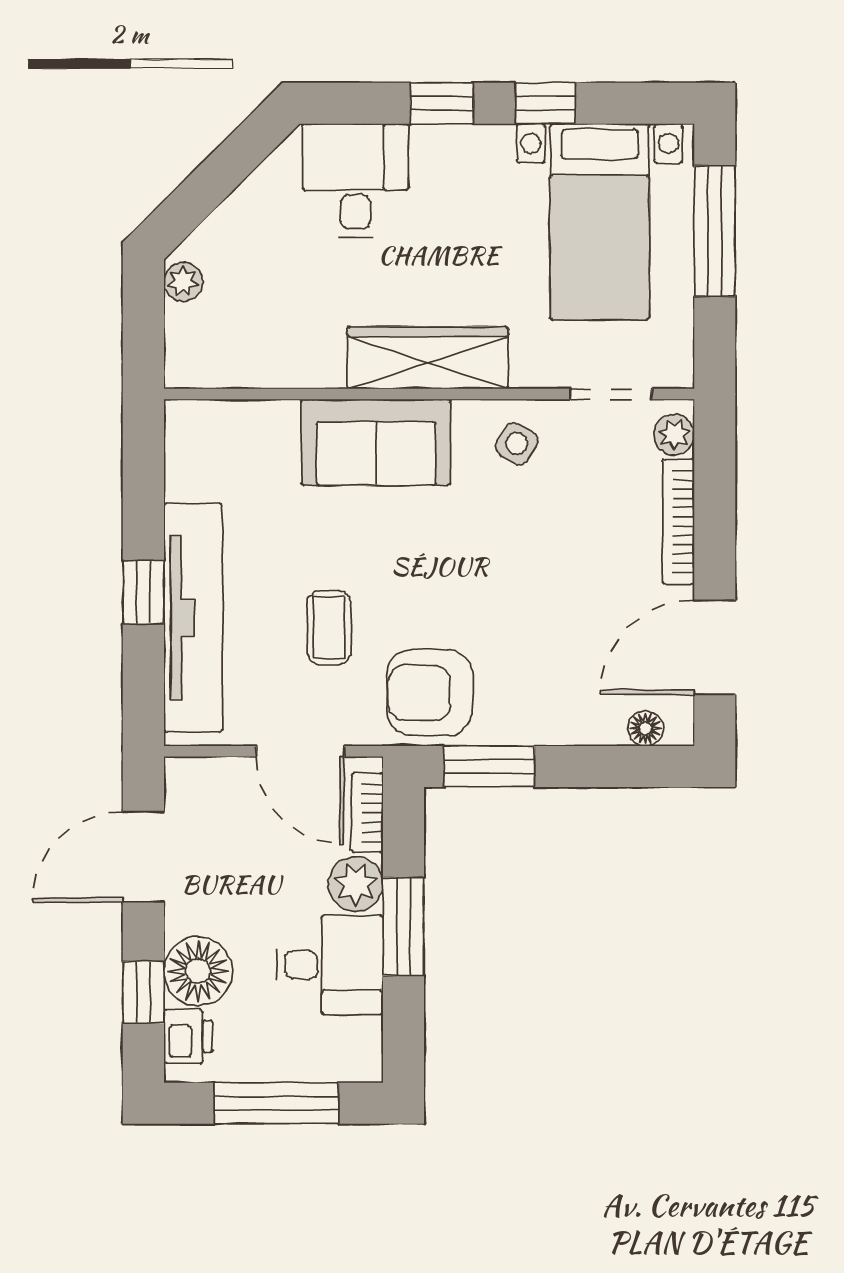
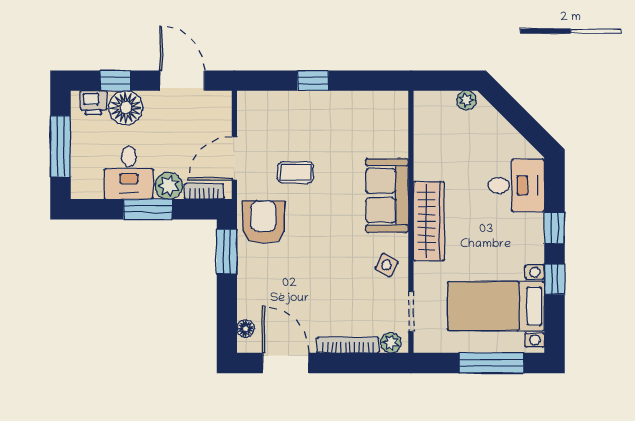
tv unit: (193, 618) -> (300, 105), removed

